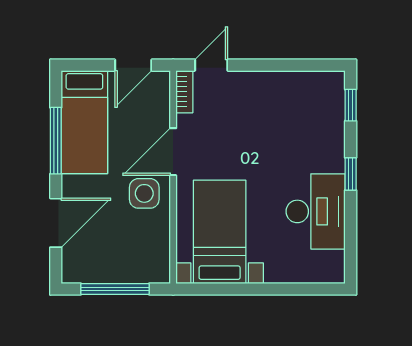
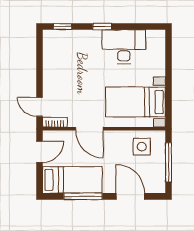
door: (133, 65) -> (40, 152), hinge flipped
side table: (144, 193) -> (142, 147), moved

